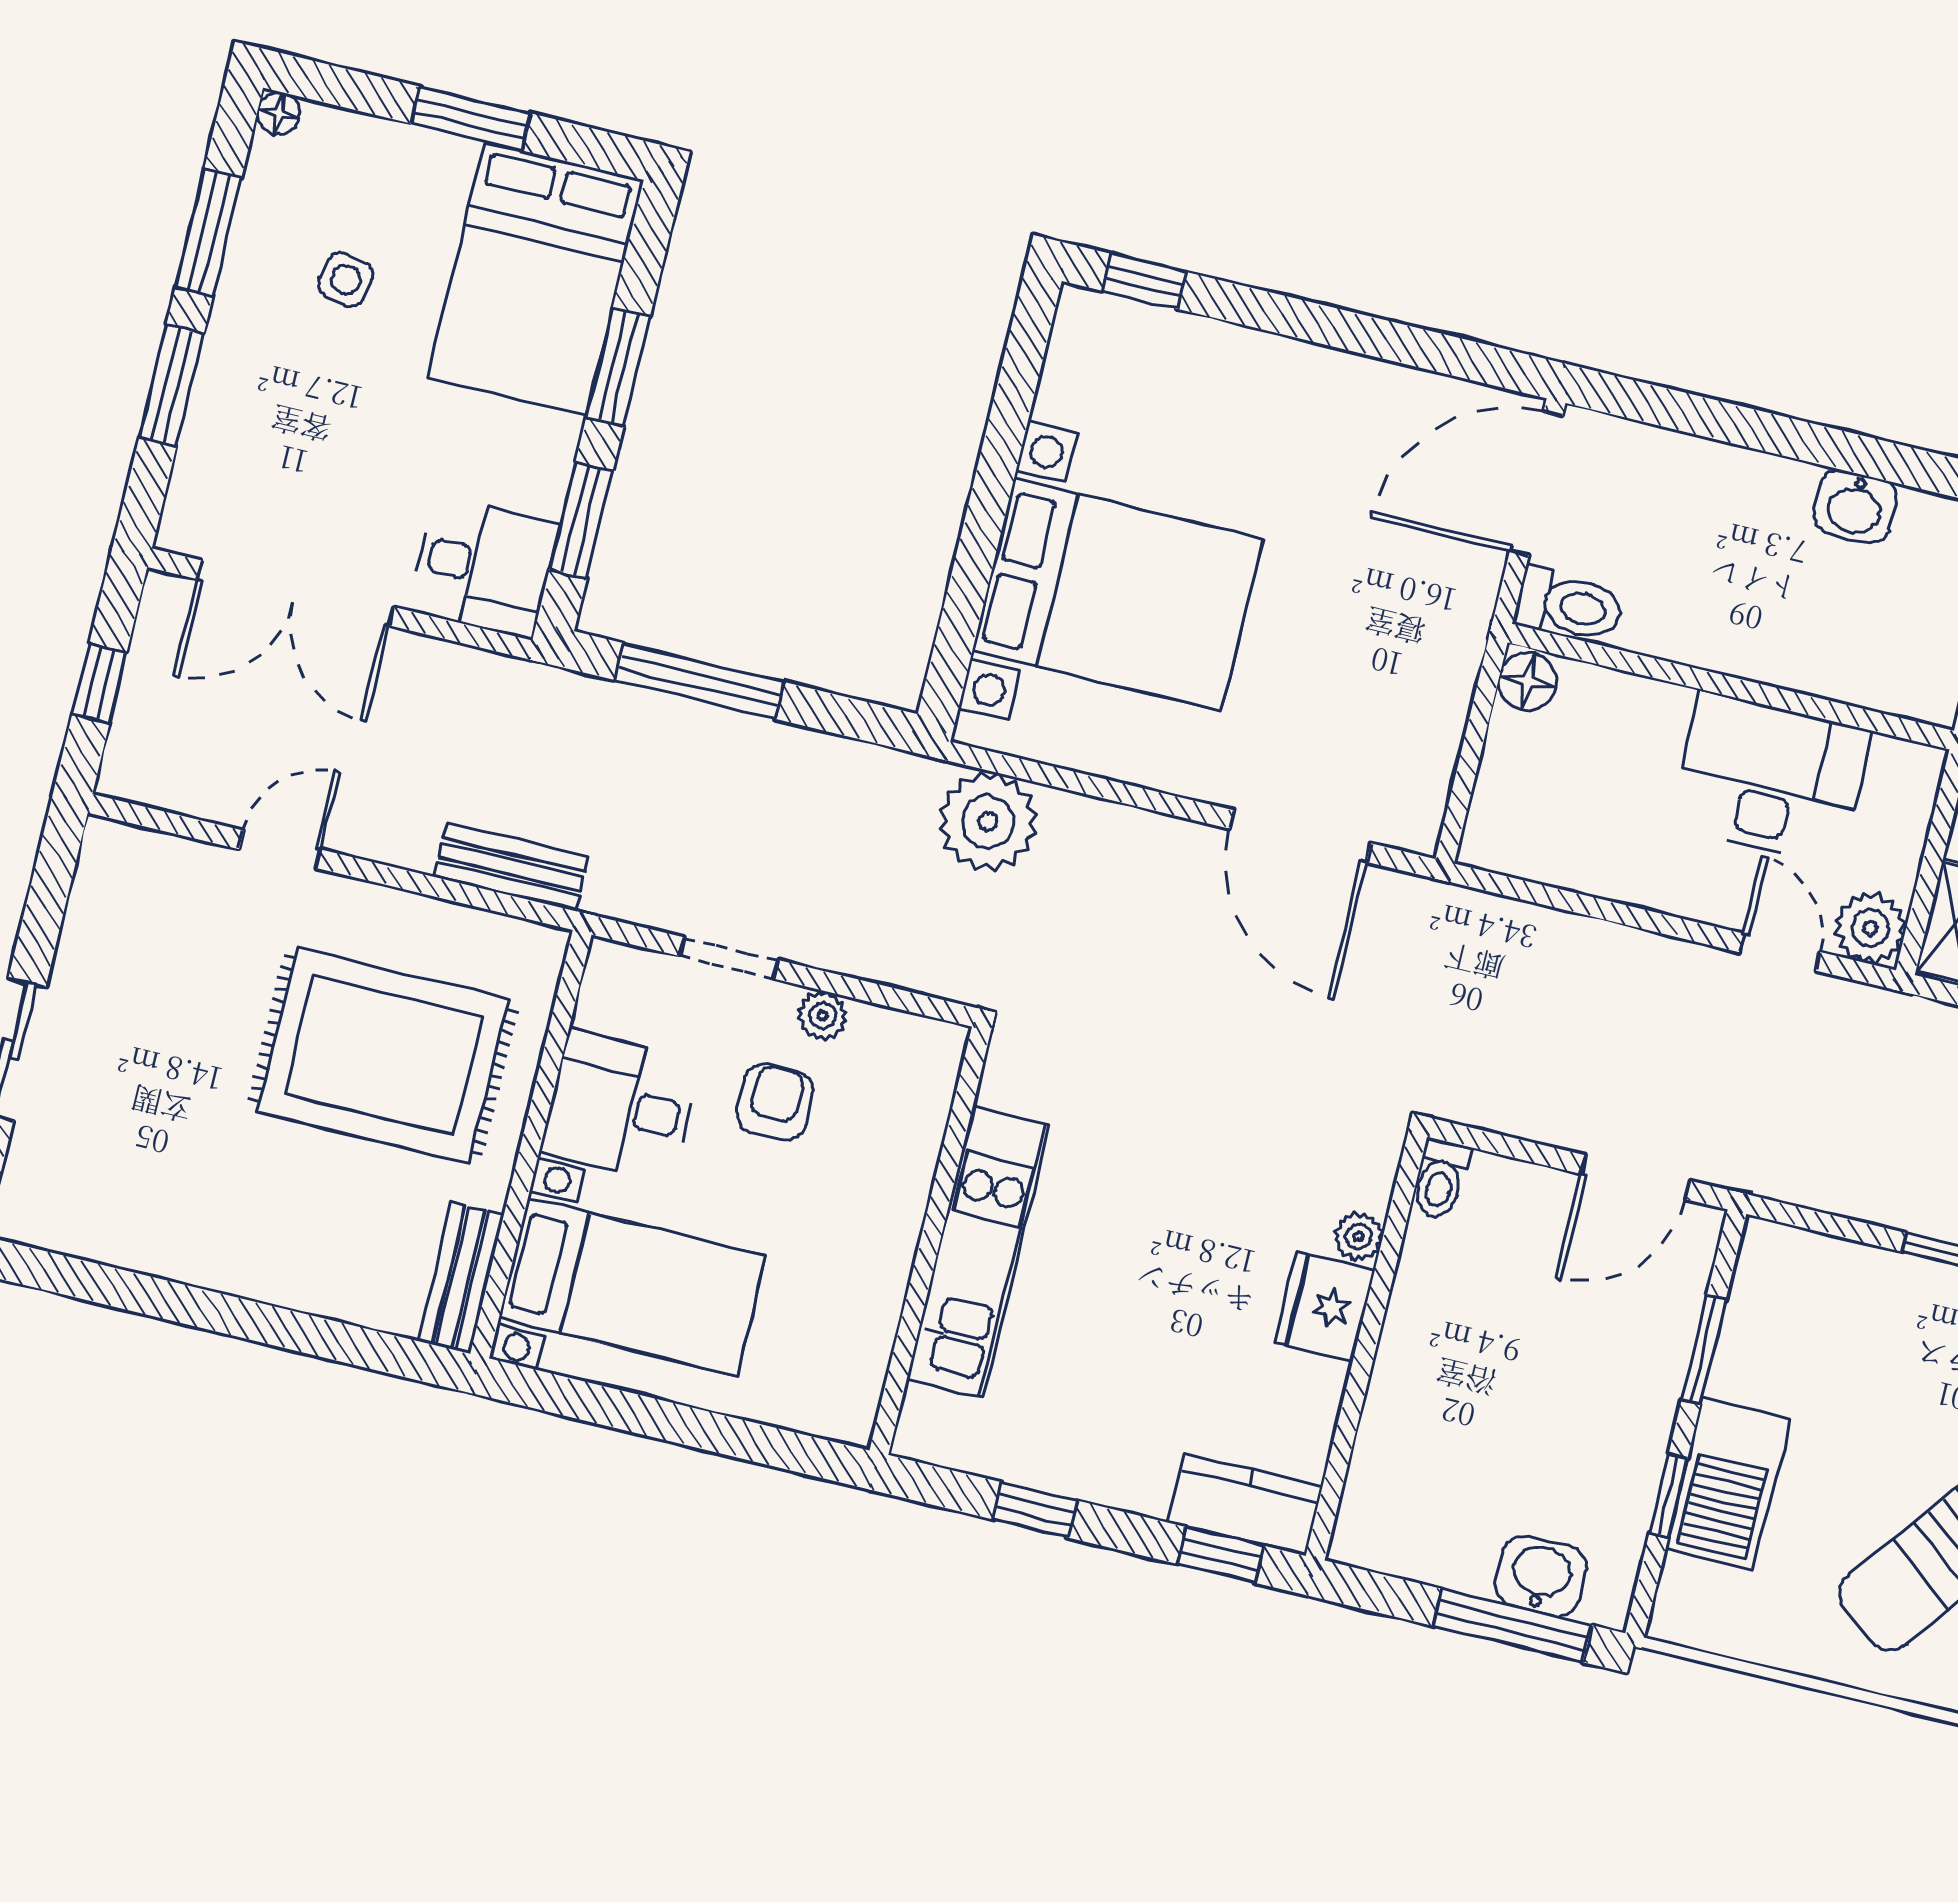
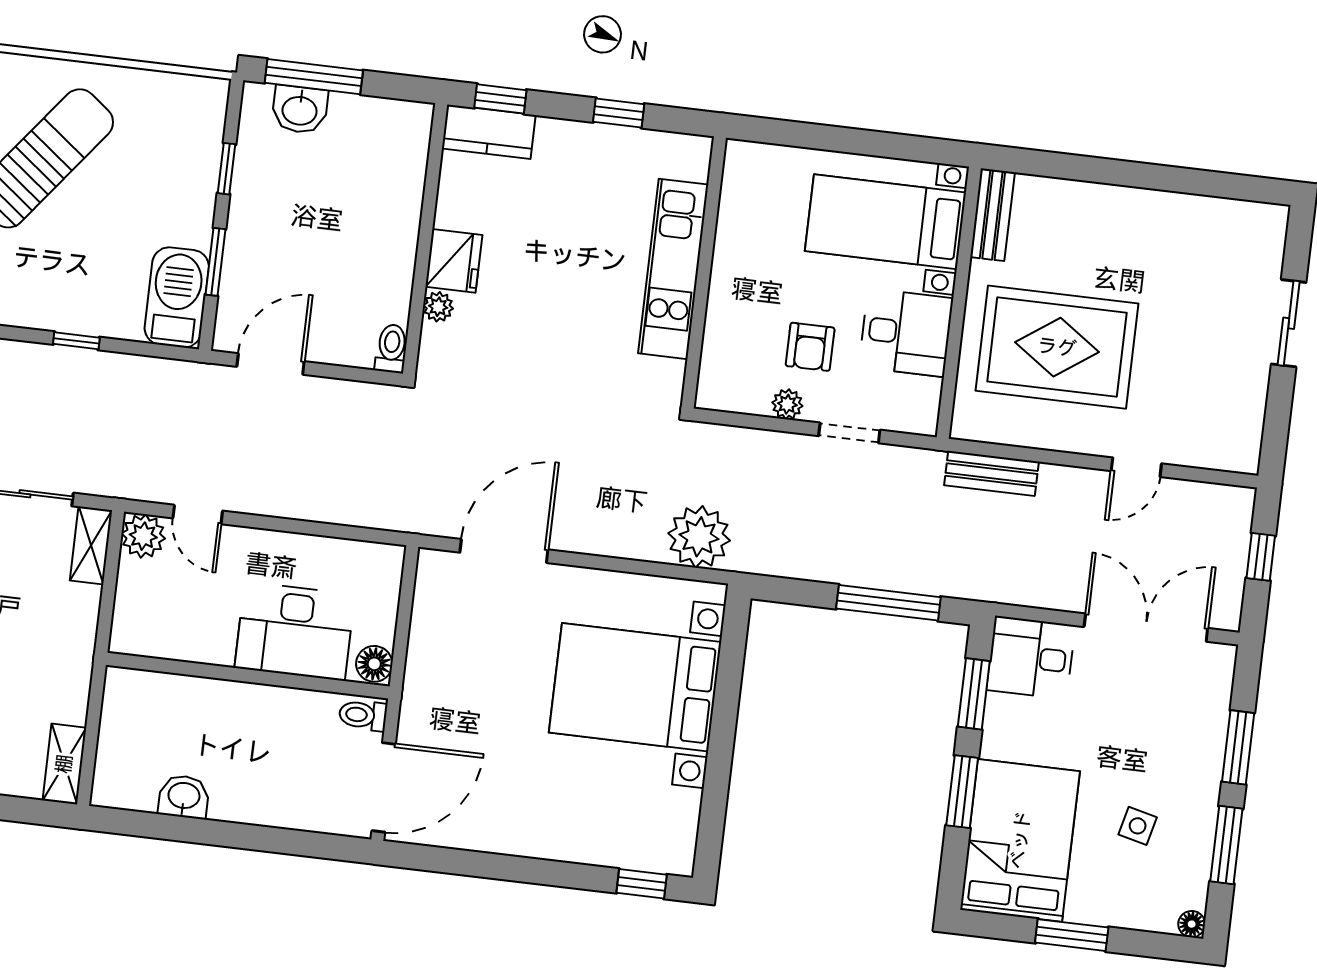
toilet: (1569, 605) -> (363, 715), width x0.73, depth x0.72
desk: (1770, 778) -> (295, 631), moved
door: (1300, 836) -> (504, 551), hinge flipped
barbecue: (1728, 1483) -> (177, 297), moved

